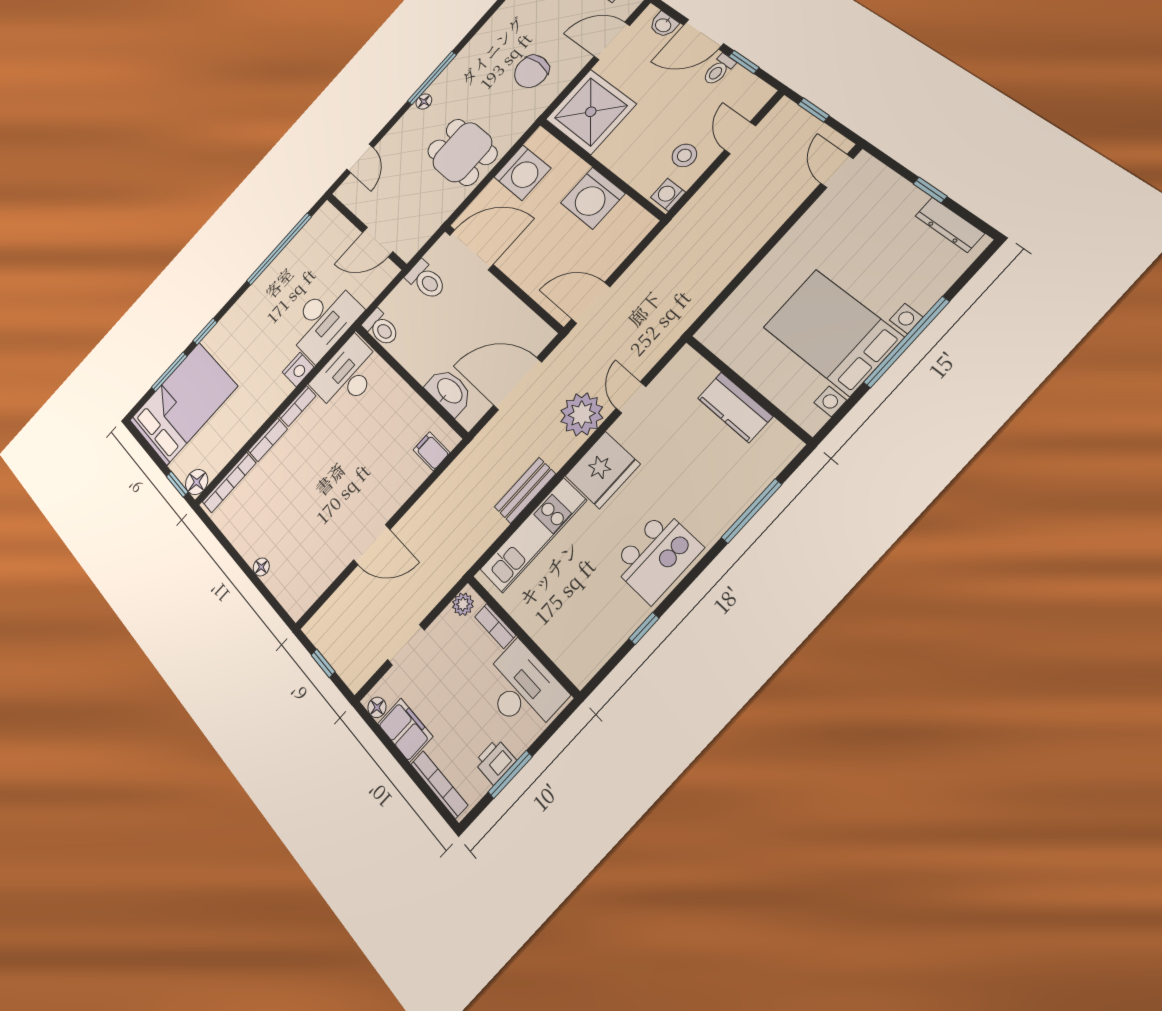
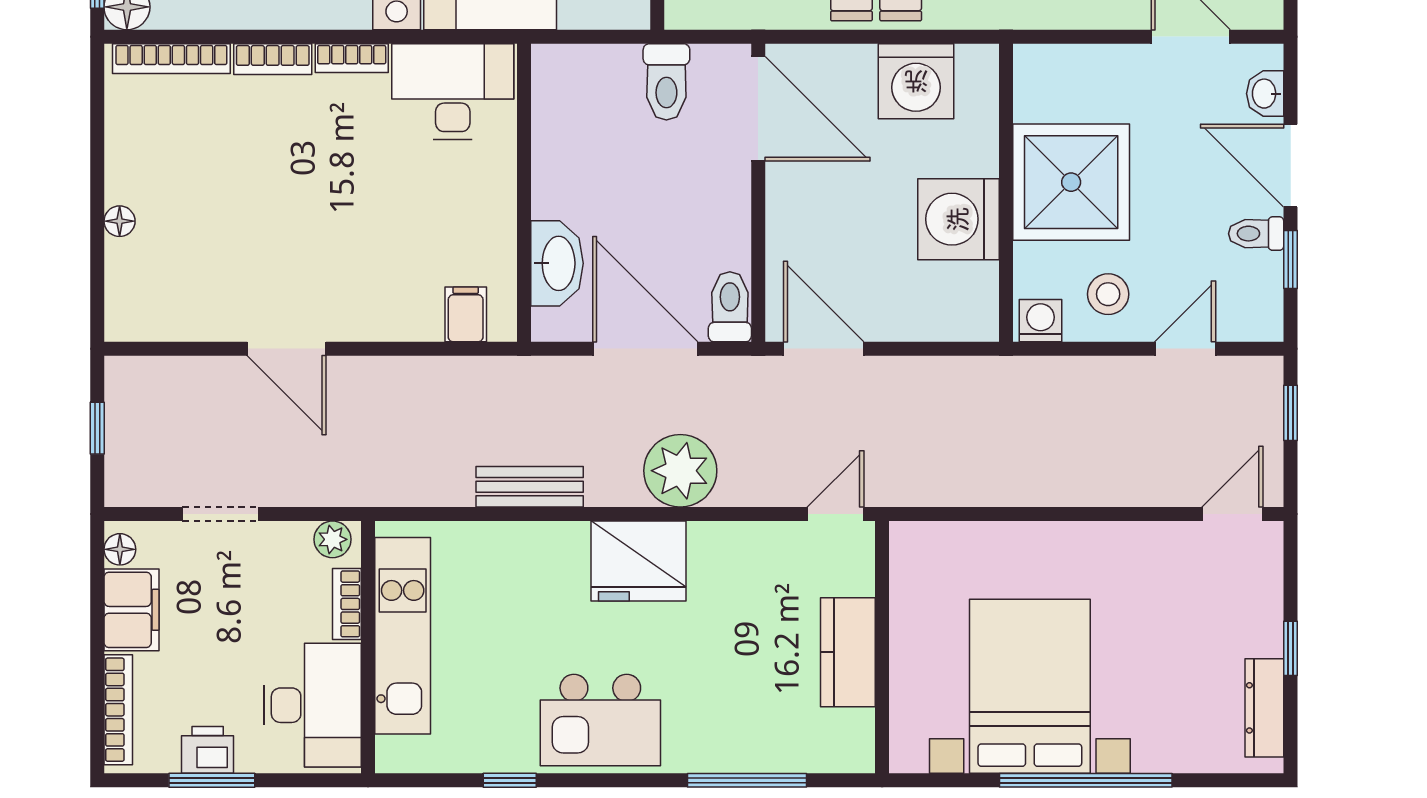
shower: (591, 112) -> (1071, 182), moved
toilet: (381, 328) -> (730, 307), moved, turned 180
door: (631, 397) -> (835, 514), moved
kitchen unit: (533, 535) -> (403, 636), moved, turned -90

